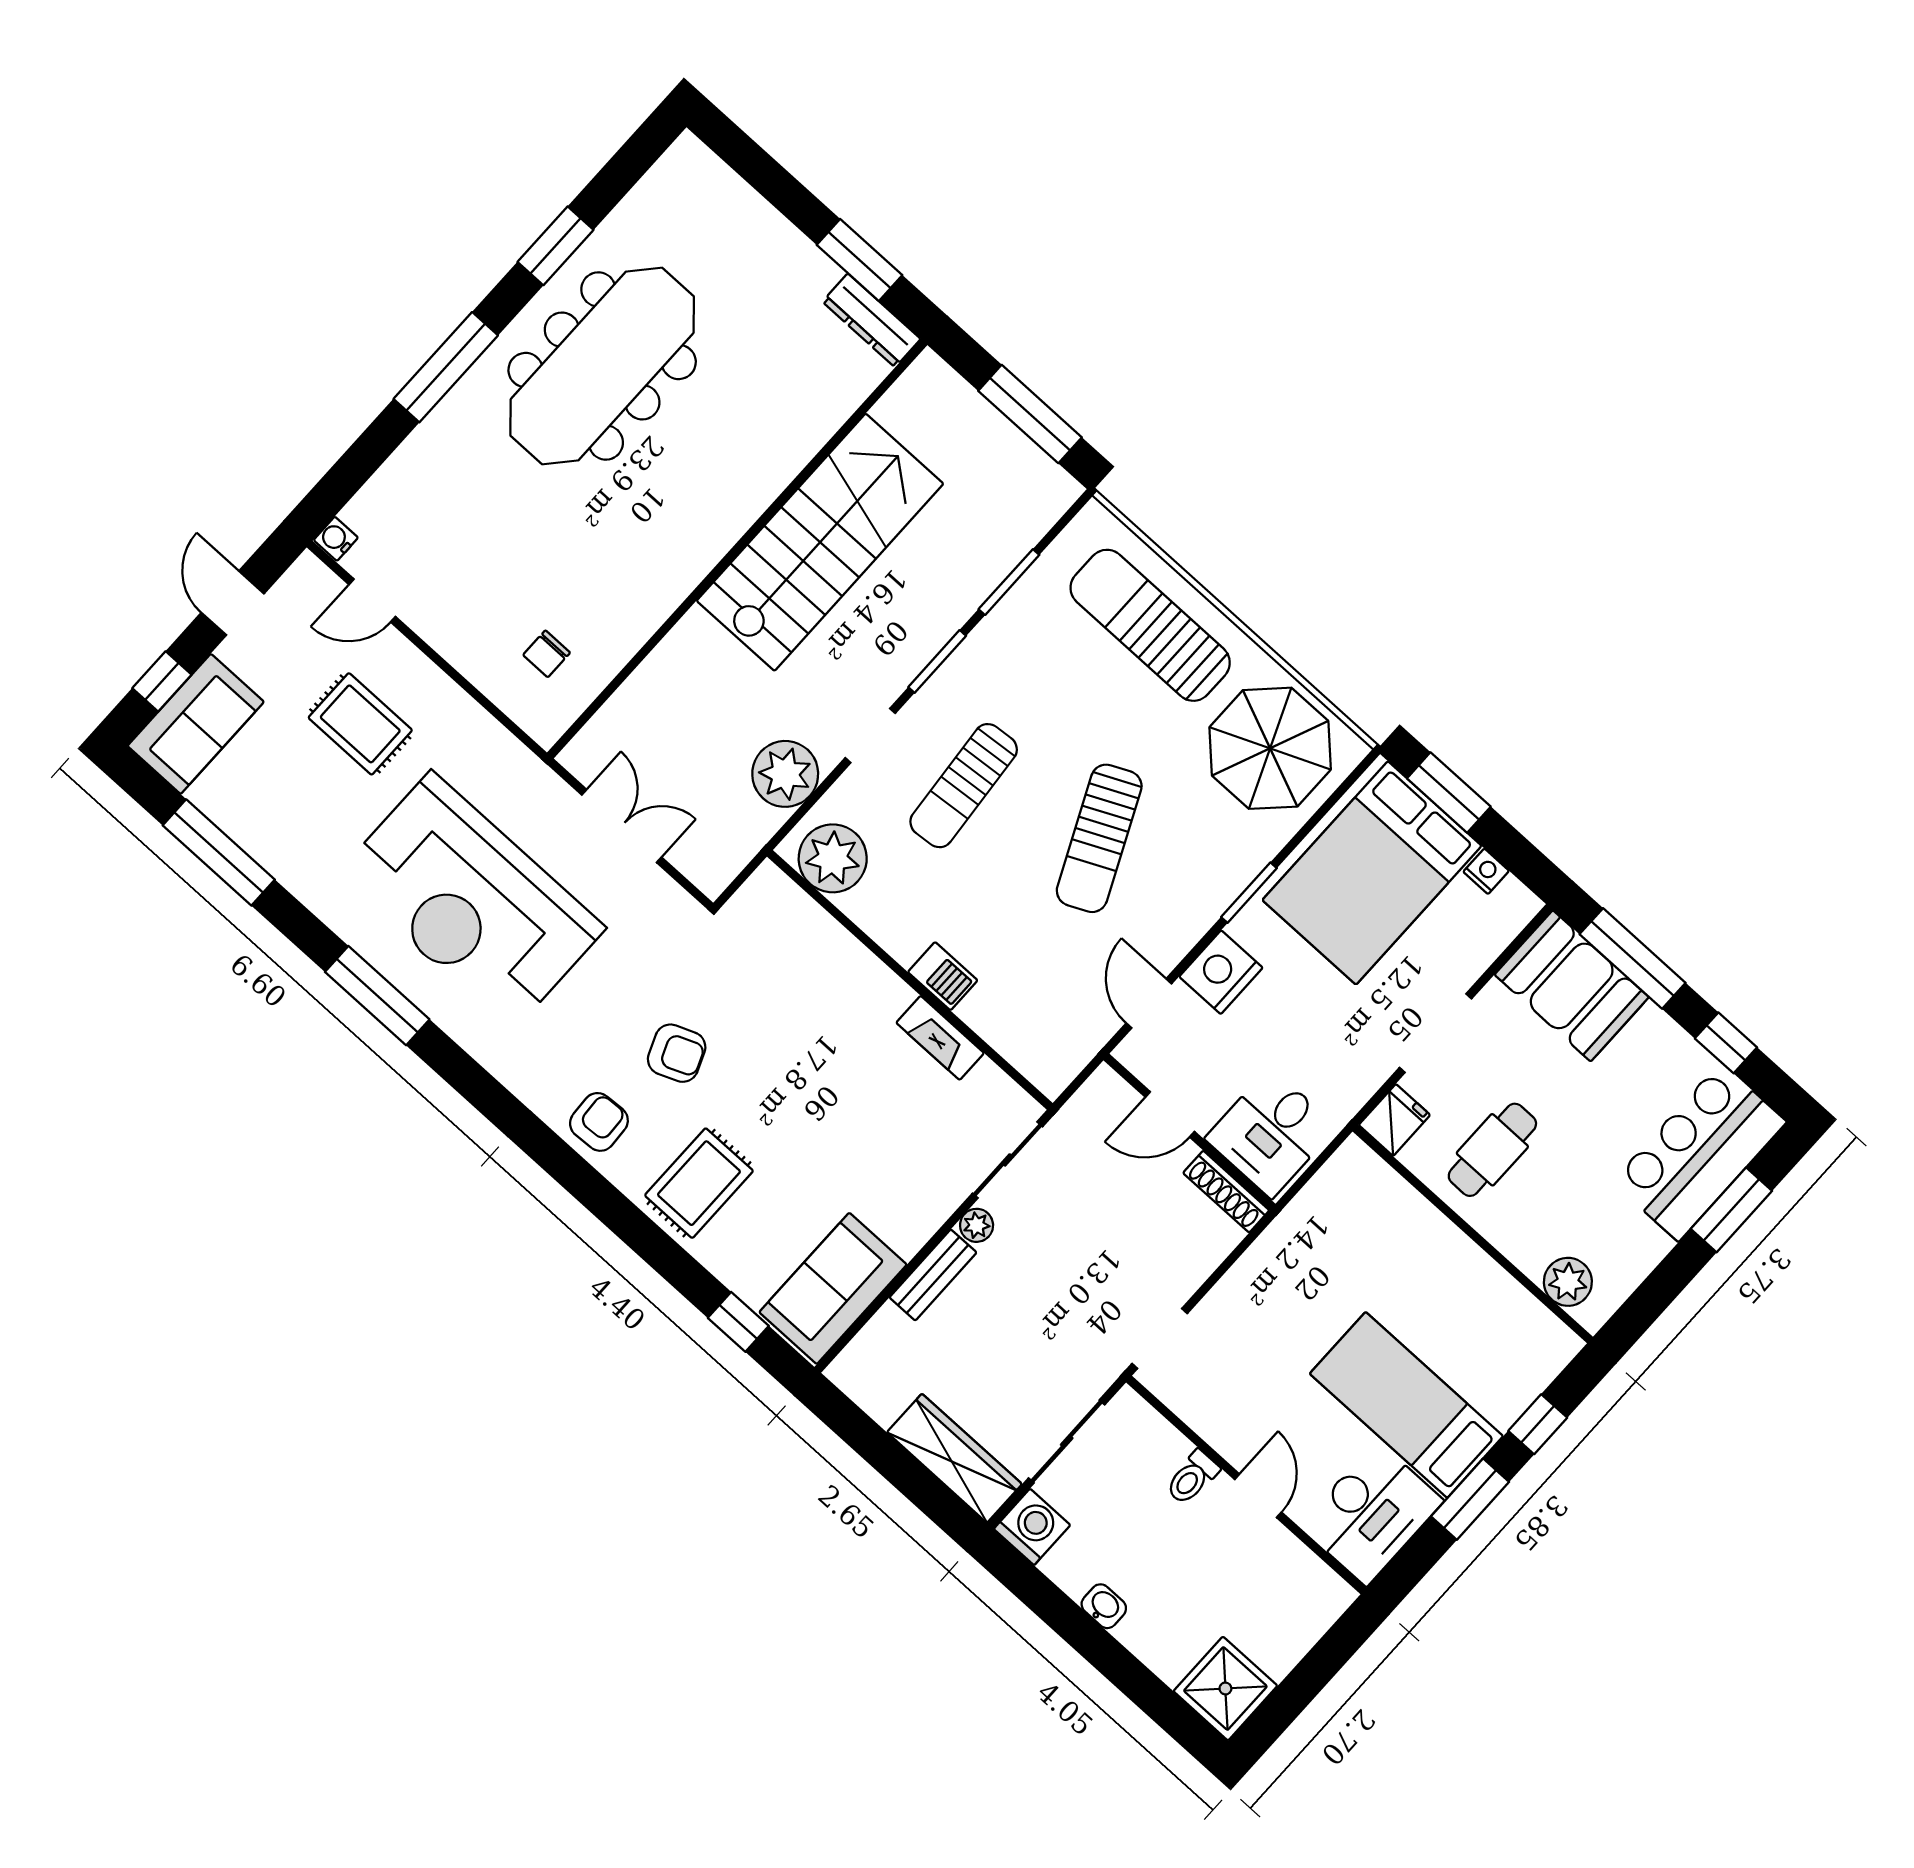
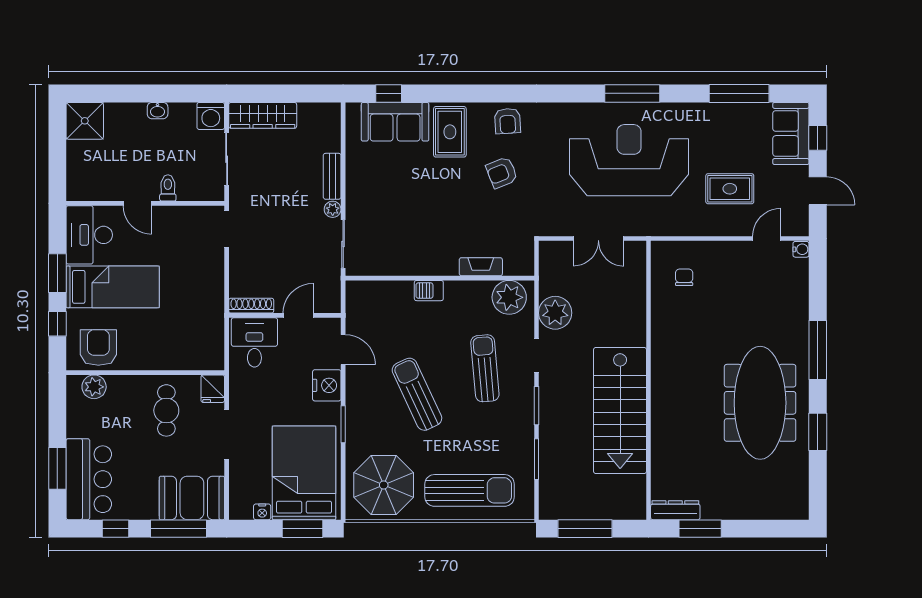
fireplace: (940, 1038) -> (481, 267), moved
sofa: (833, 1288) -> (395, 122), moved, turned 90
armchair: (1509, 1334) -> (98, 348), added

